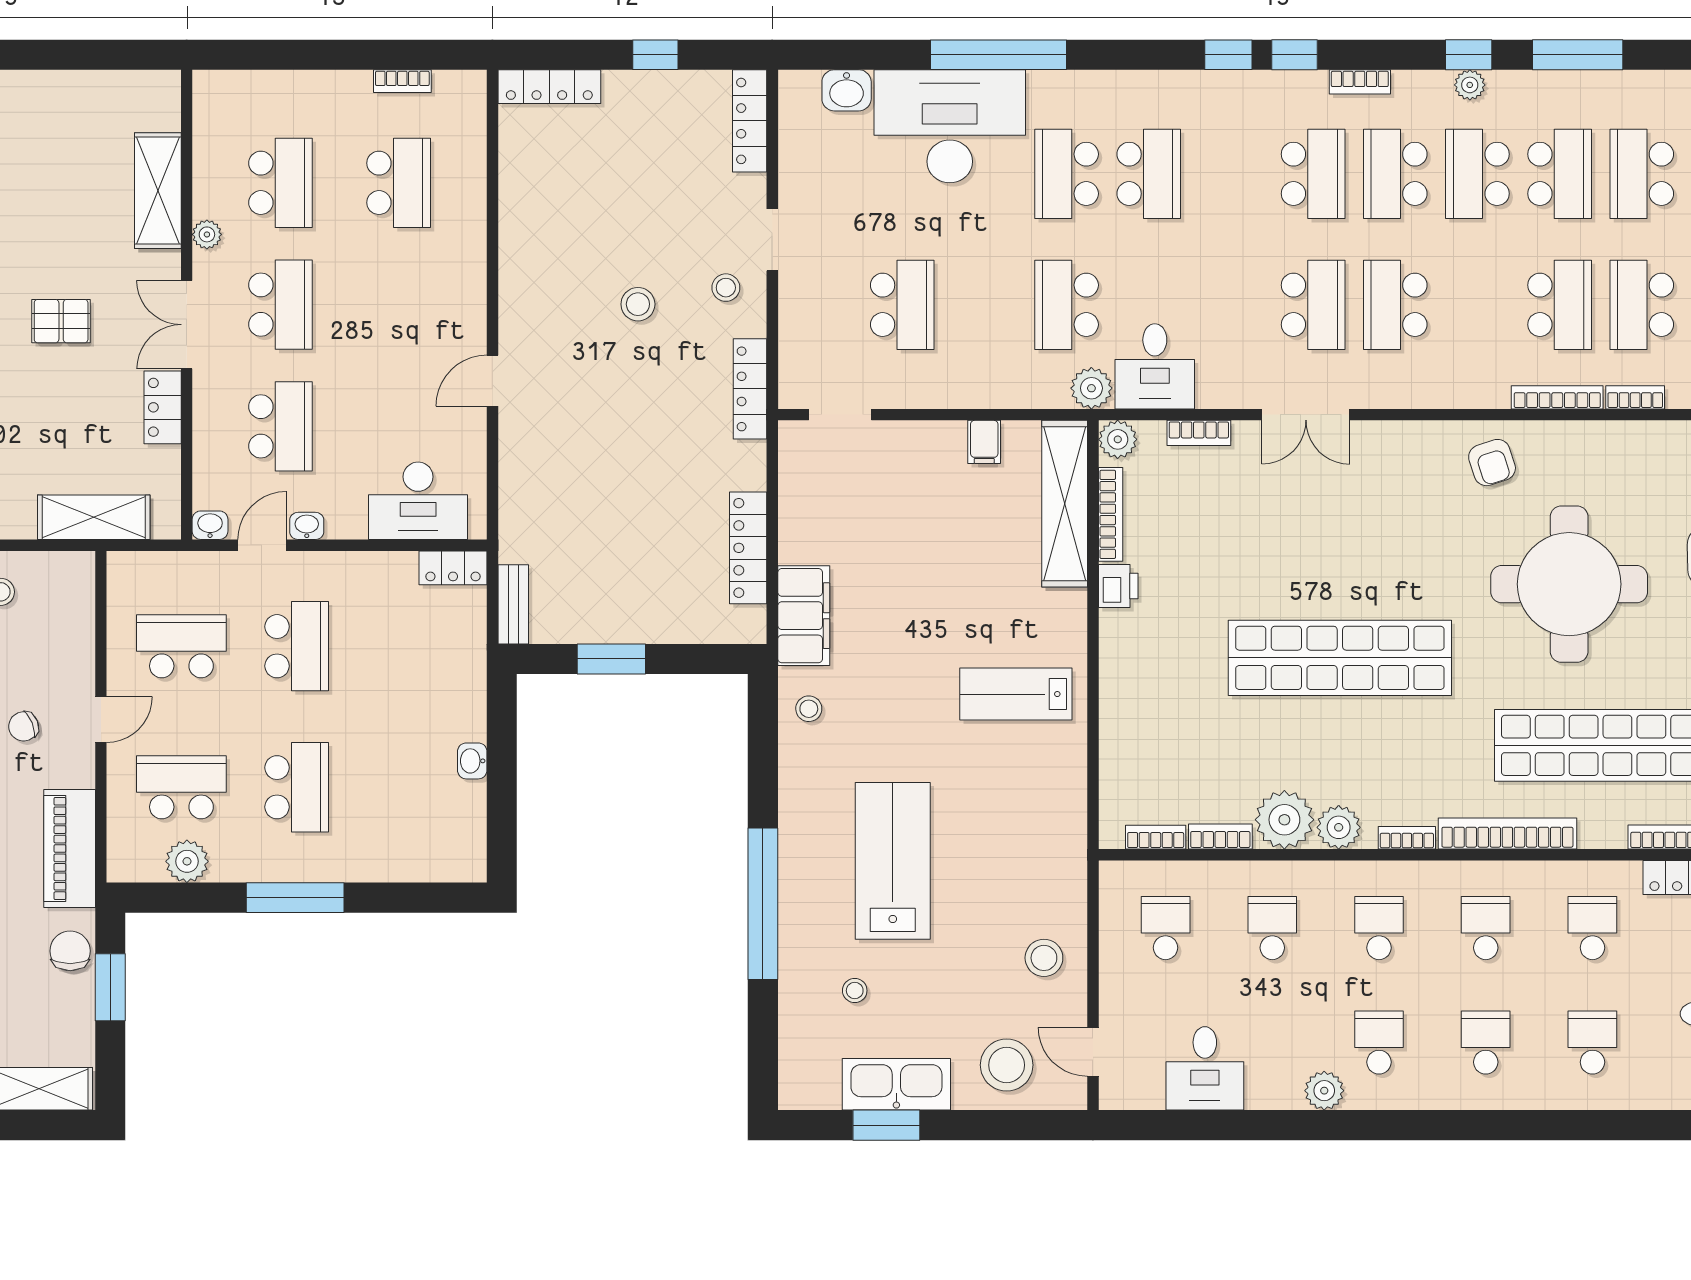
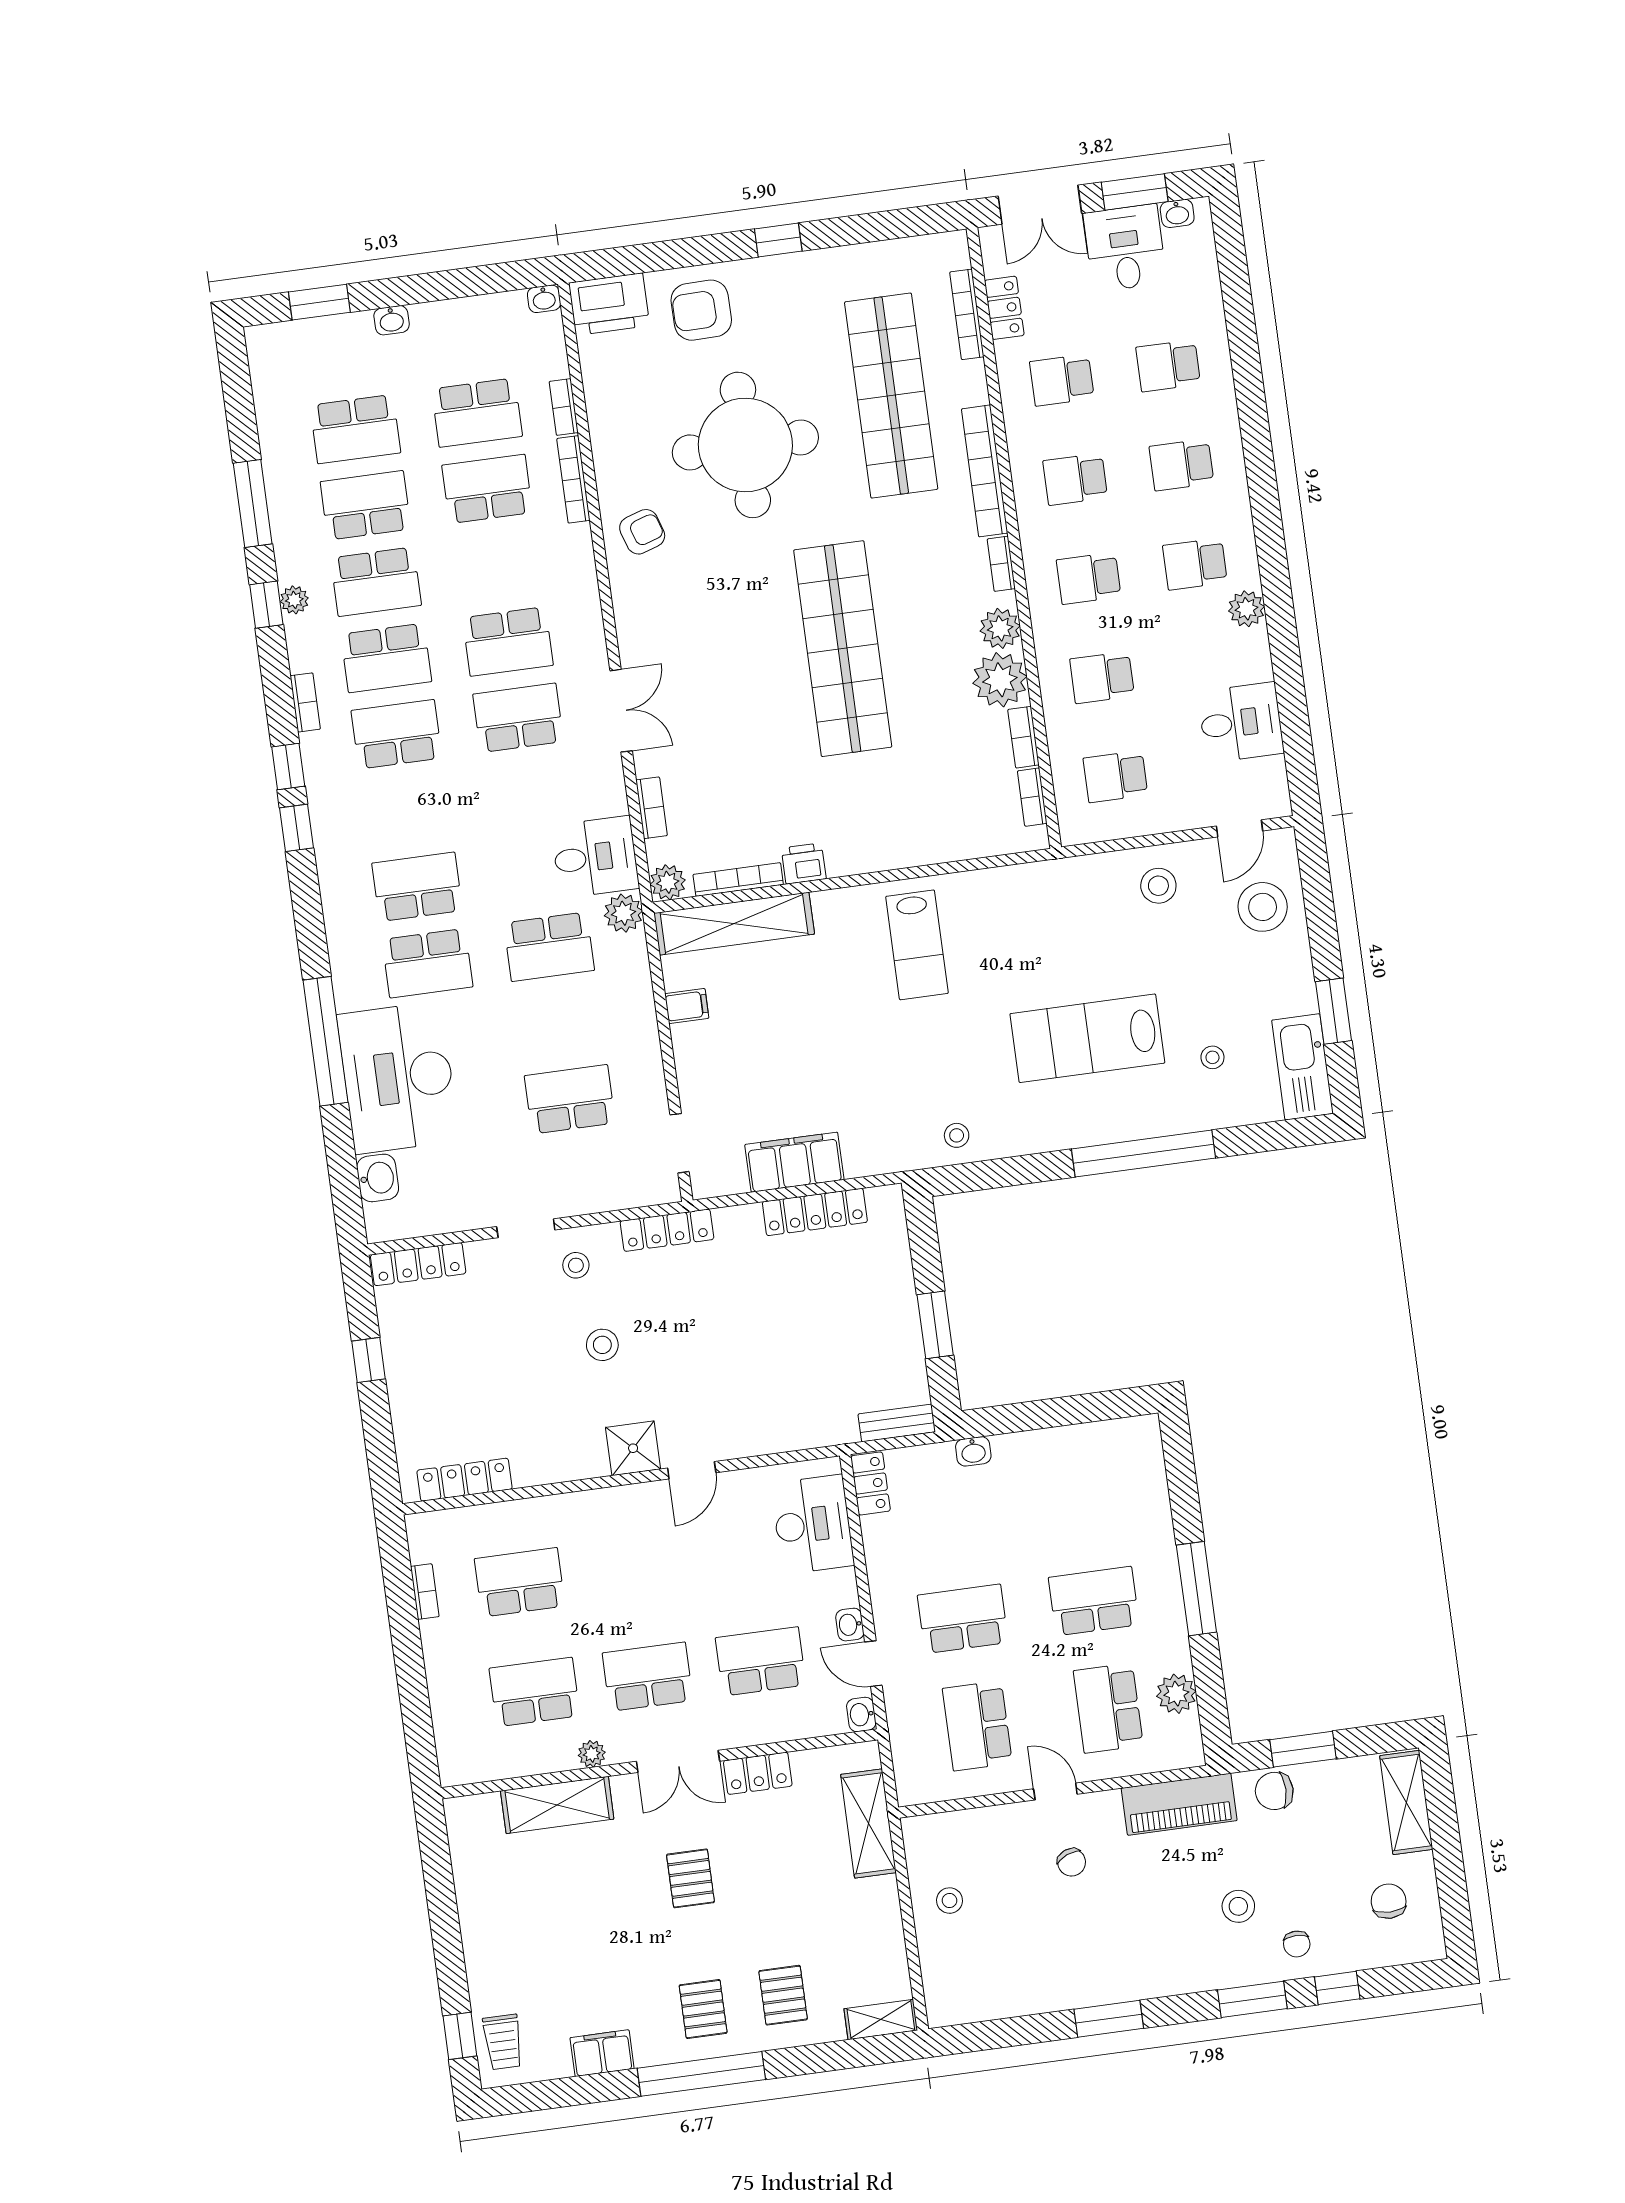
locker: (549, 87) -> (464, 1480), moved, turned -90
shower: (524, 322) -> (633, 1448), added
door: (492, 381) -> (692, 1470), hinge flipped
filing cabinet: (804, 616) -> (794, 1162), moved
washbasin: (472, 761) -> (973, 1451), moved
kitchen sink: (896, 1084) -> (1302, 1067), moved

